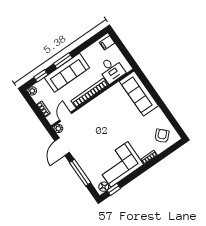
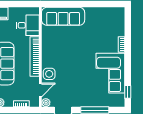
side table: (84, 115) -> (49, 74), added
door: (66, 117) -> (40, 90), swing flipped
armchair: (162, 136) -> (111, 22), removed
floor lamp: (104, 187) -> (120, 99), removed

